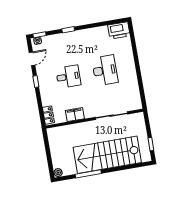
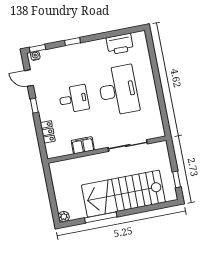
printer: (119, 30) -> (120, 44), moved
door: (32, 59) -> (29, 78), swing flipped
desk: (105, 70) -> (118, 90), width x1.36, depth x1.30
locker: (48, 115) -> (48, 132), moved

